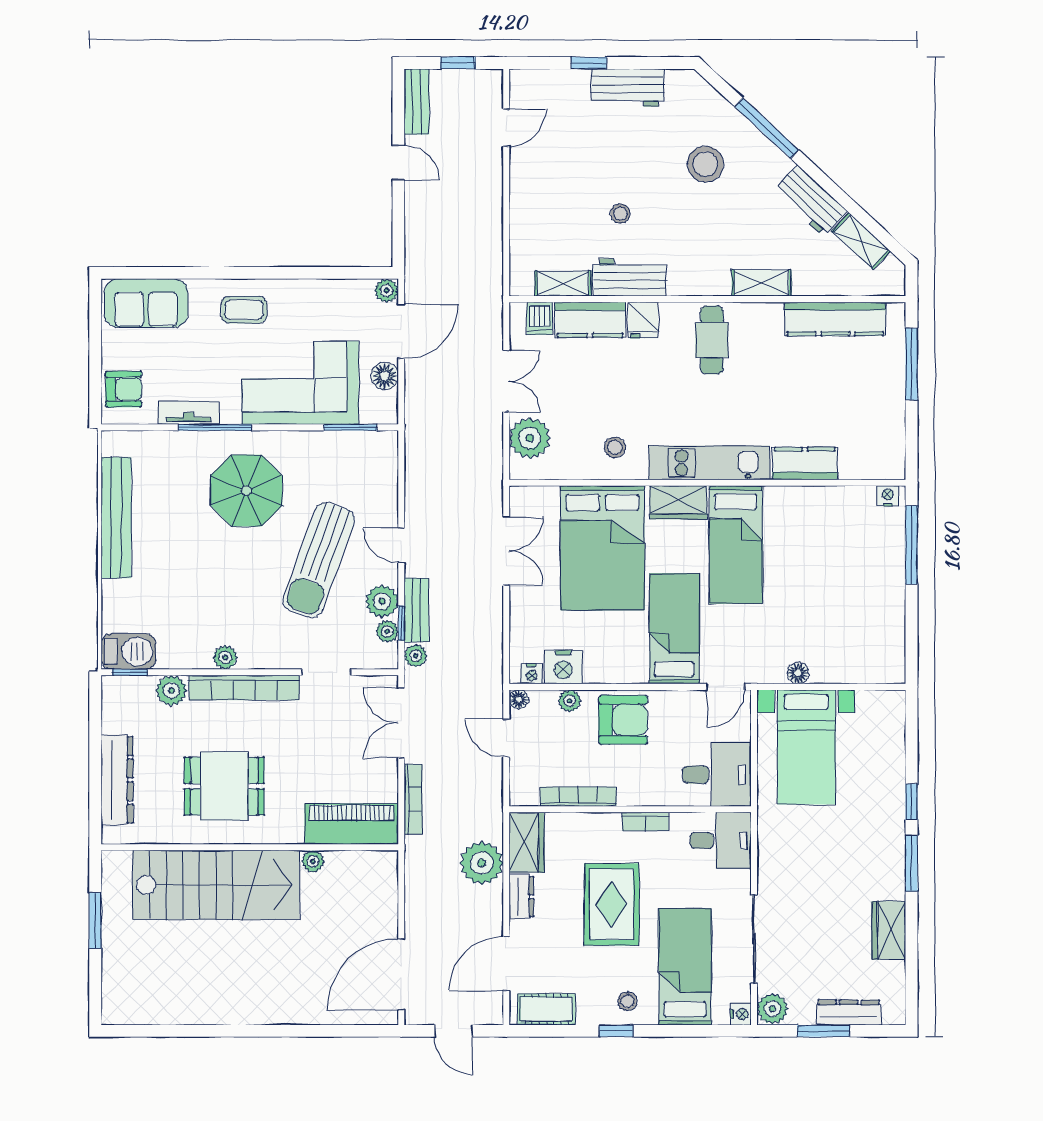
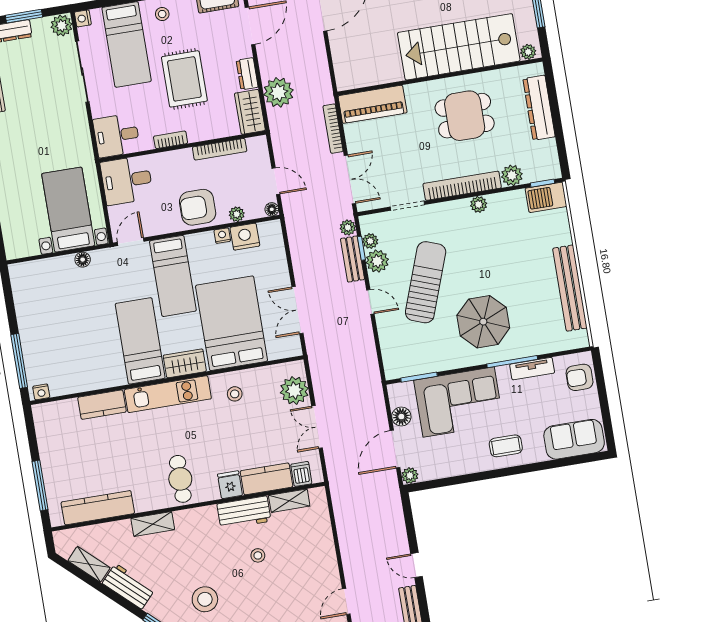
nightstand: (531, 674) -> (222, 236), moved
plant: (313, 861) -> (528, 52), moved

